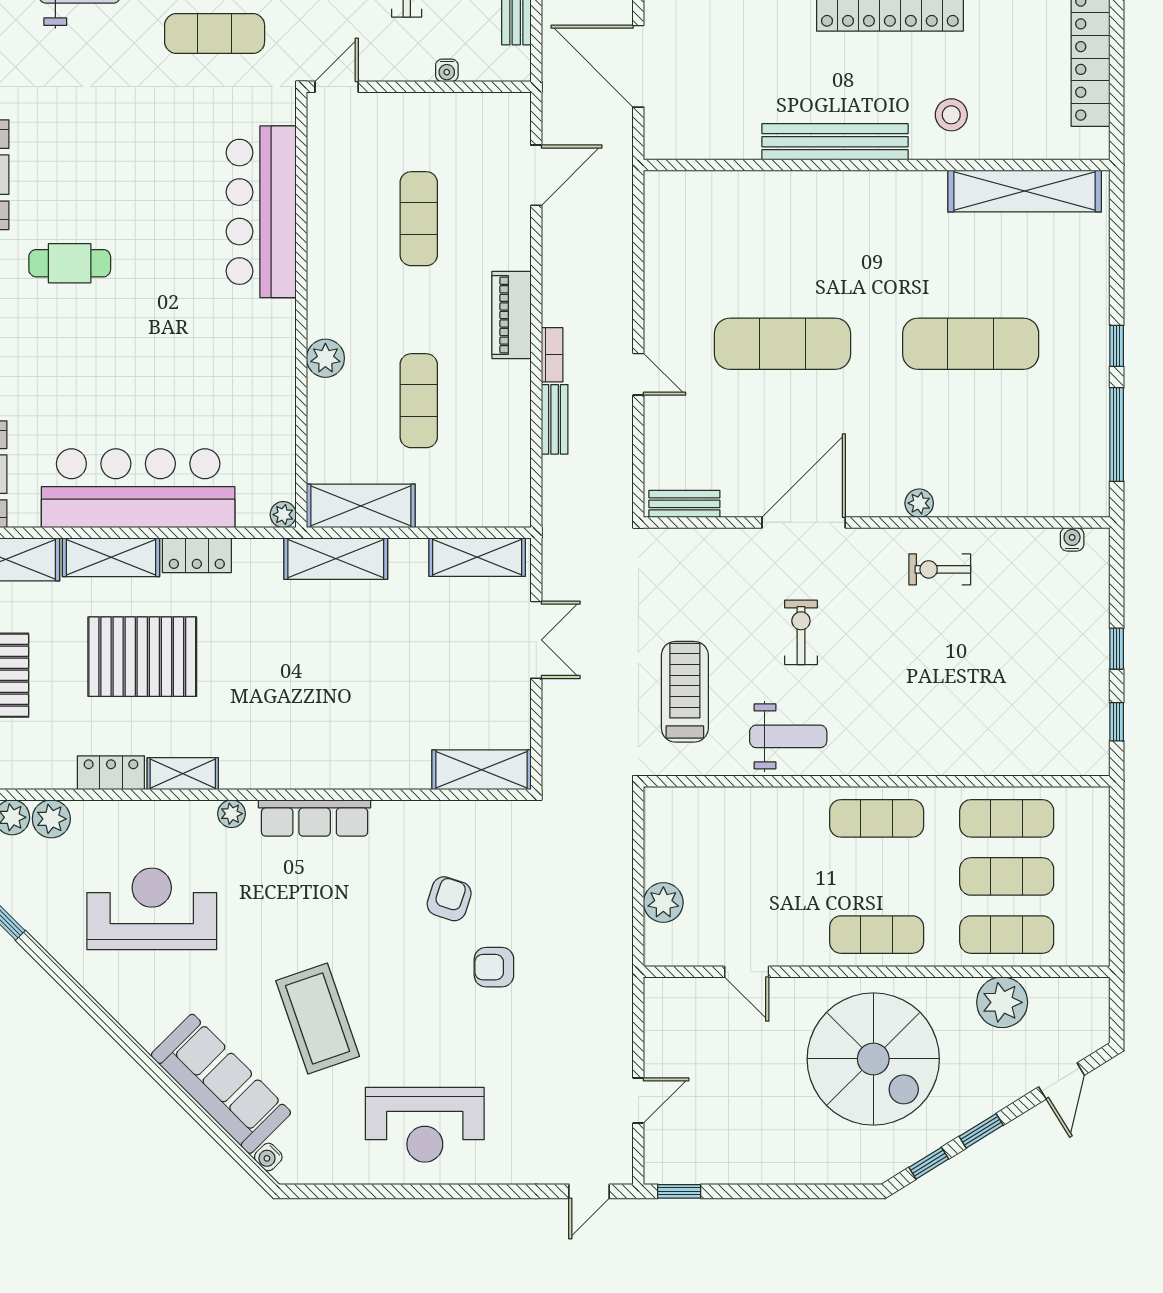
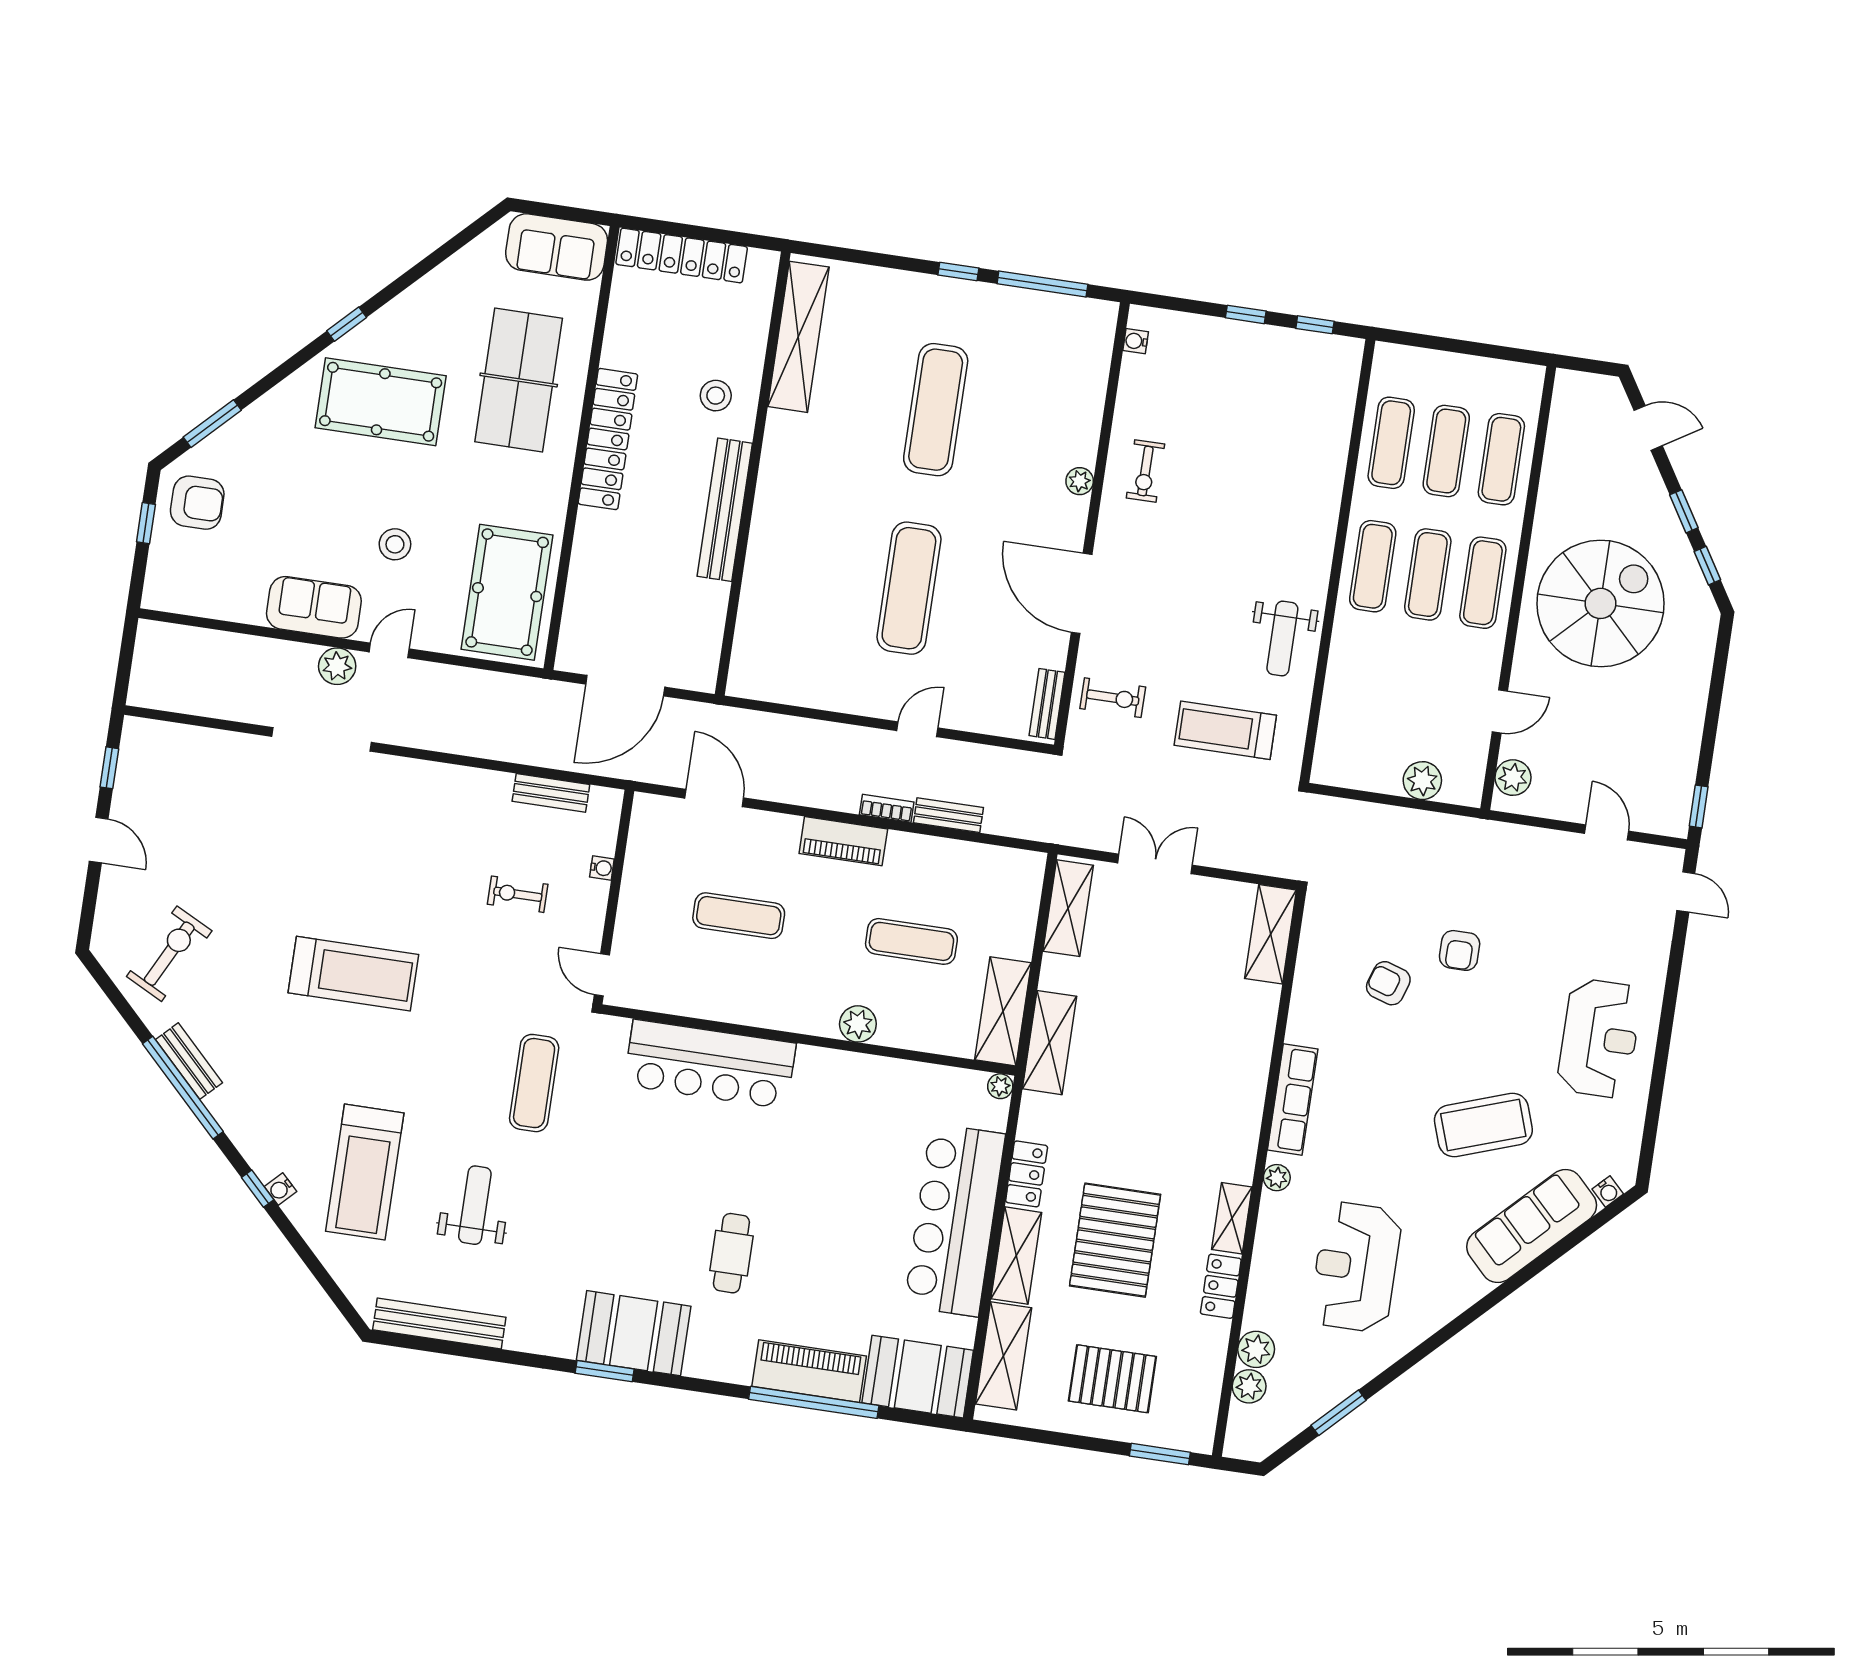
exercise bike: (801, 632) -> (1113, 698), moved, turned 180
weight bench: (788, 736) -> (1282, 638), turned 180
exercise mat: (877, 876) -> (1428, 574), added
plant: (1002, 1002) -> (1513, 778), moved, width x0.73, depth x0.73

